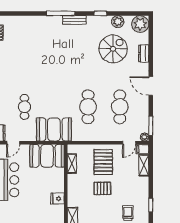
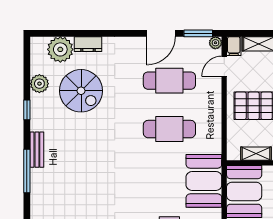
plant: (140, 24) -> (60, 49), moved
spiral stairs: (113, 49) -> (81, 91), turned 180
door: (151, 86) -> (161, 33), moved
door: (129, 143) -> (224, 66), swing flipped

